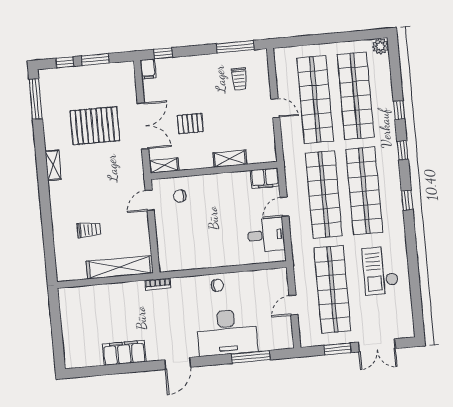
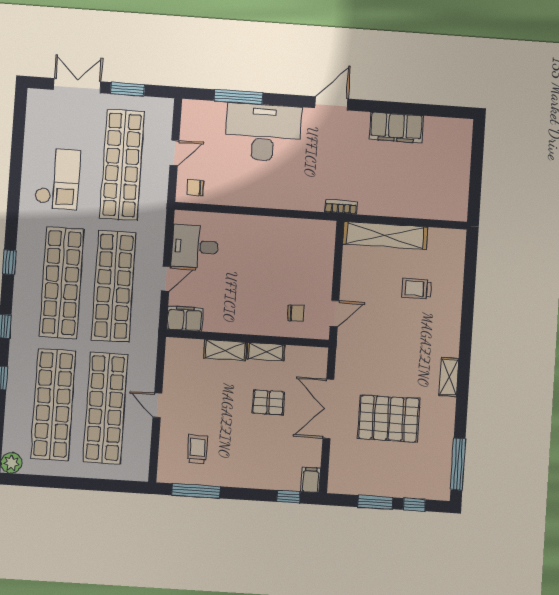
shelving: (164, 166) -> (266, 352), moved
chair: (217, 285) -> (195, 188), moved

